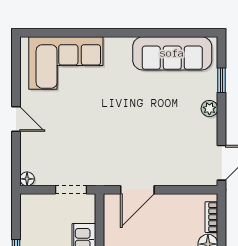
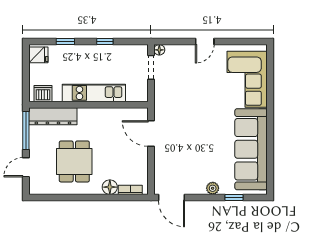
sofa: (172, 53) -> (251, 149), width x1.36, depth x1.27
doorway: (71, 190) -> (151, 67), moved

